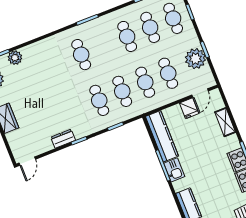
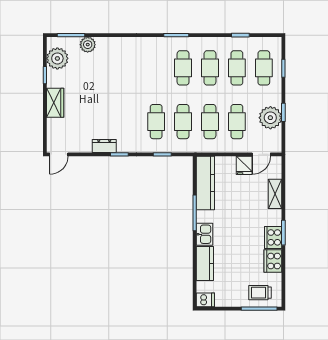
cafe table: (81, 55) -> (183, 68), moved
kitchen sink: (174, 170) -> (204, 234), moved

